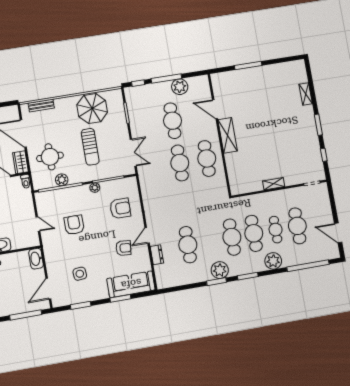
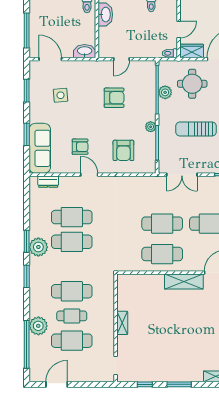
cafe table: (232, 237) -> (72, 242), moved
armchair: (123, 248) -> (80, 147), turned -96
dresser: (157, 255) -> (48, 182), moved
plant: (273, 261) -> (38, 326), moved

